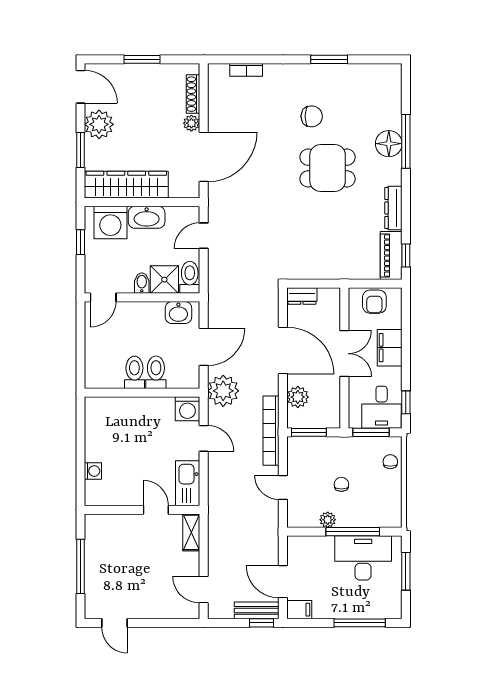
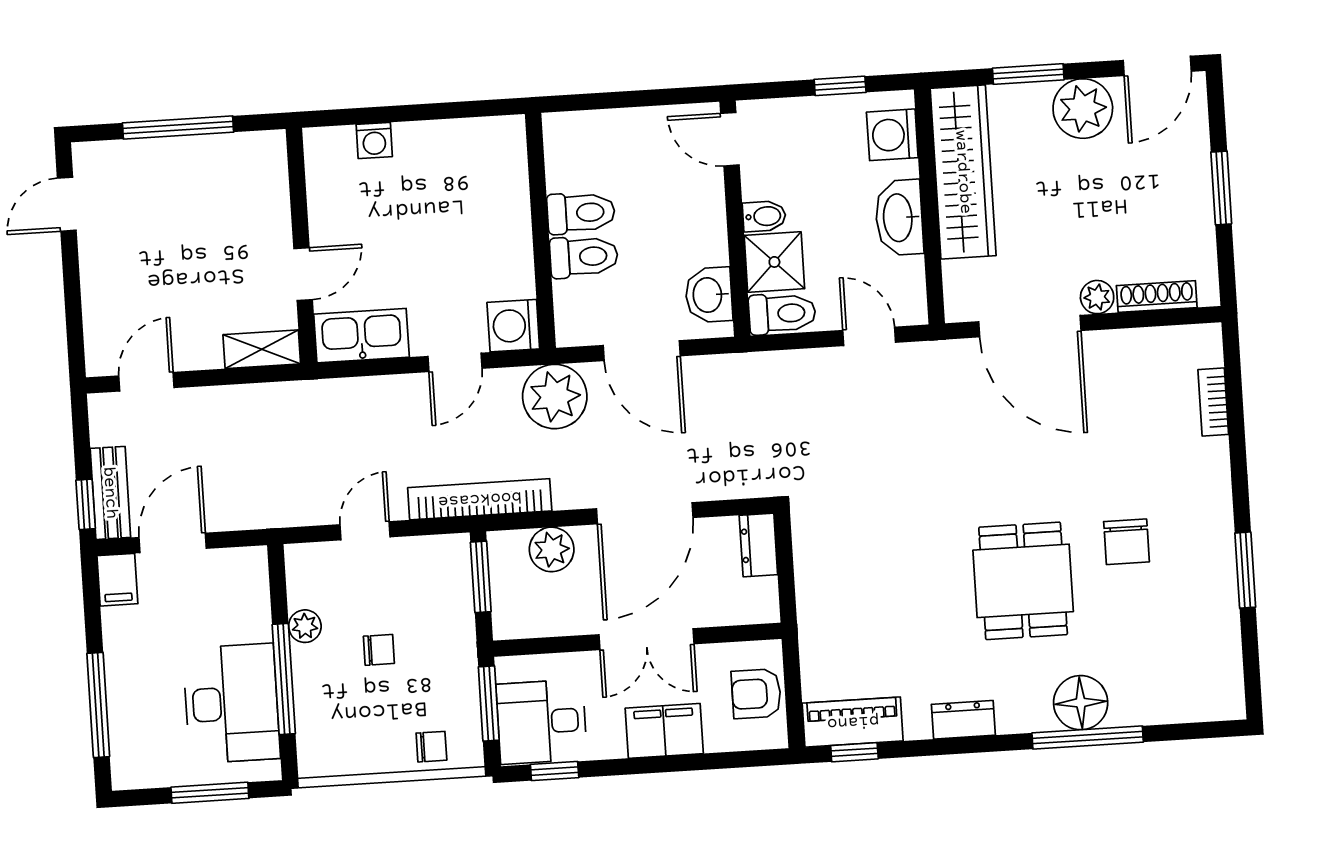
dresser: (393, 208) -> (963, 720), width x0.70
washing machine: (110, 223) -> (892, 135), width x0.73, depth x0.73

